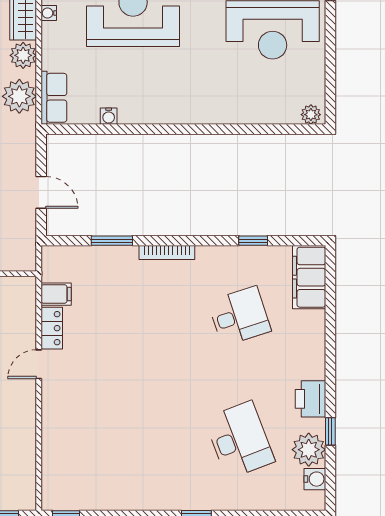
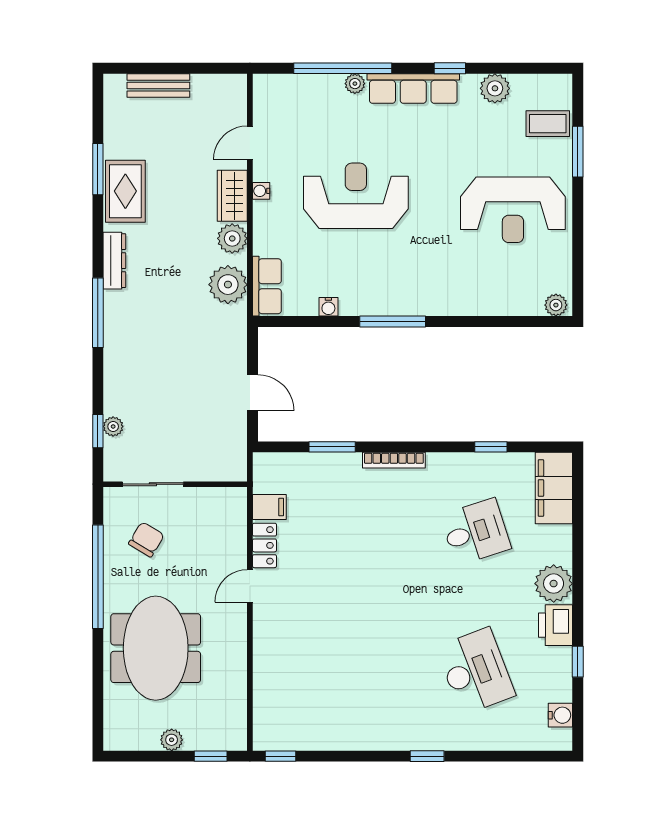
window: (166, 129) -> (393, 322), added
plant: (309, 450) -> (554, 584), moved

